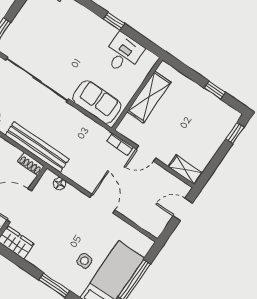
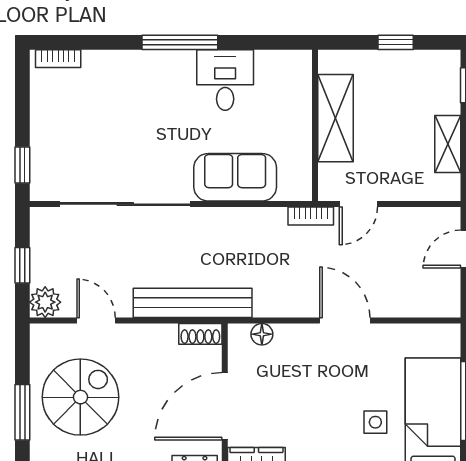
window: (114, 21) -> (180, 42), width x2.17
wall: (137, 94) -> (315, 125), moved
shelving: (149, 97) -> (336, 118), moved
shelving: (185, 170) -> (448, 144), moved, turned 90

